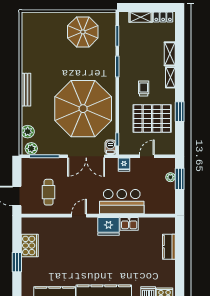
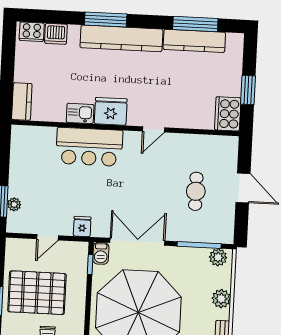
plant: (28, 132) -> (221, 299), moved
bar counter: (122, 202) -> (89, 147), moved
door: (79, 216) -> (154, 129), moved
wall: (98, 216) -> (125, 128), moved
kitchen sink: (129, 224) -> (80, 113), moved
fridge: (109, 226) -> (111, 111), moved

